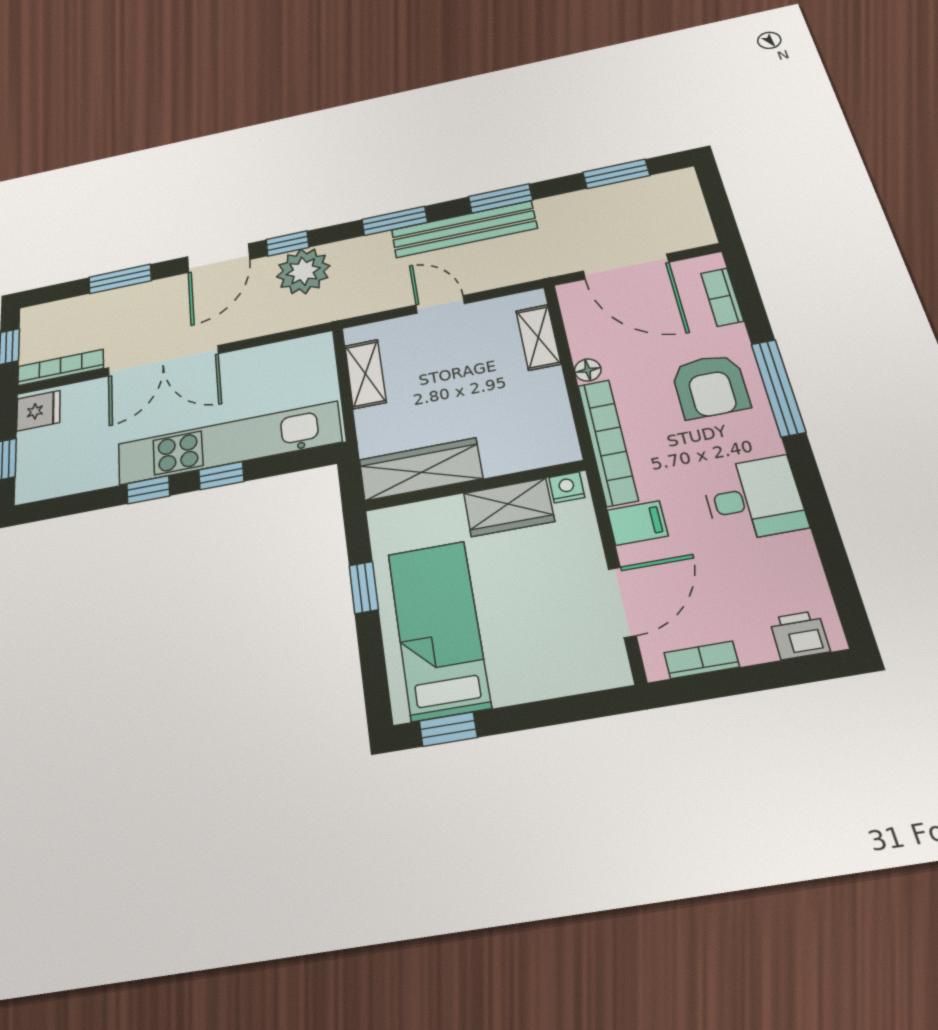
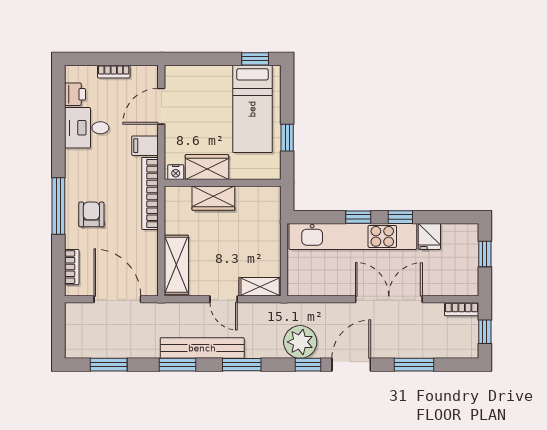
shelving: (538, 337) -> (176, 265), width x1.50, depth x1.33
bookcase: (61, 367) -> (462, 309), width x0.64
floor lamp: (588, 370) -> (151, 238), removed
shelving: (365, 374) -> (260, 287), moved, turned 90
armchair: (710, 386) -> (91, 214), width x0.72, depth x0.72
fridge: (38, 411) -> (429, 236), moved, turned -90
wardrobe: (421, 469) -> (213, 198), moved, width x0.67
desk: (753, 499) -> (87, 128), moved
printer: (799, 635) -> (75, 94), moved, turned -90
bookcase: (702, 660) -> (114, 72), moved

